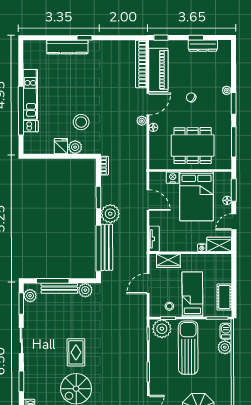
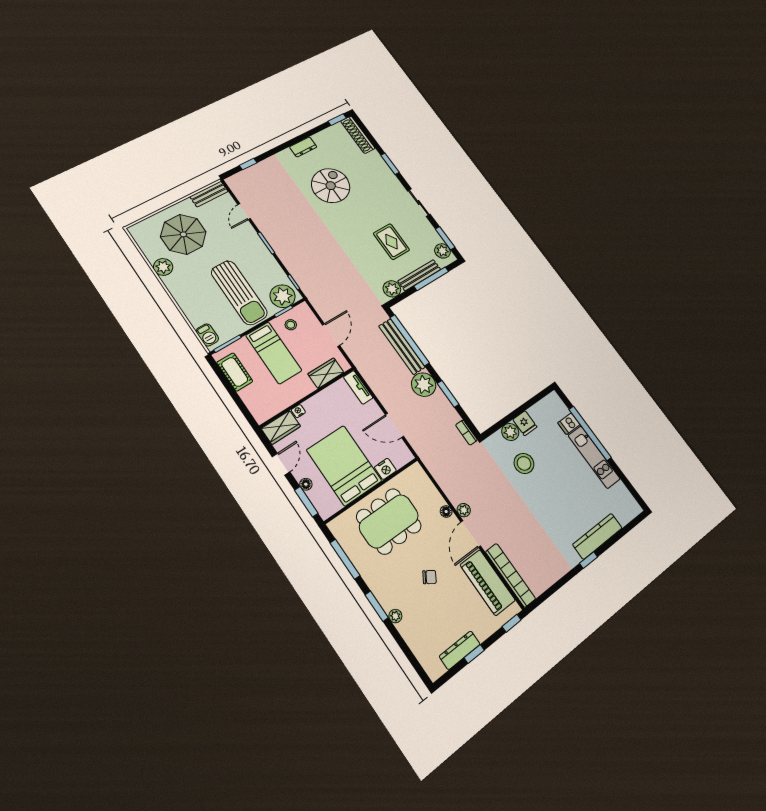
plant: (225, 347) -> (163, 267), moved
rug: (76, 352) -> (391, 242), moved

